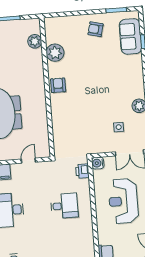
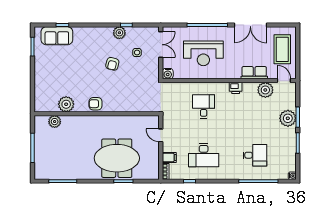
armchair: (96, 29) -> (112, 64), moved
printer: (82, 171) -> (236, 88), moved

